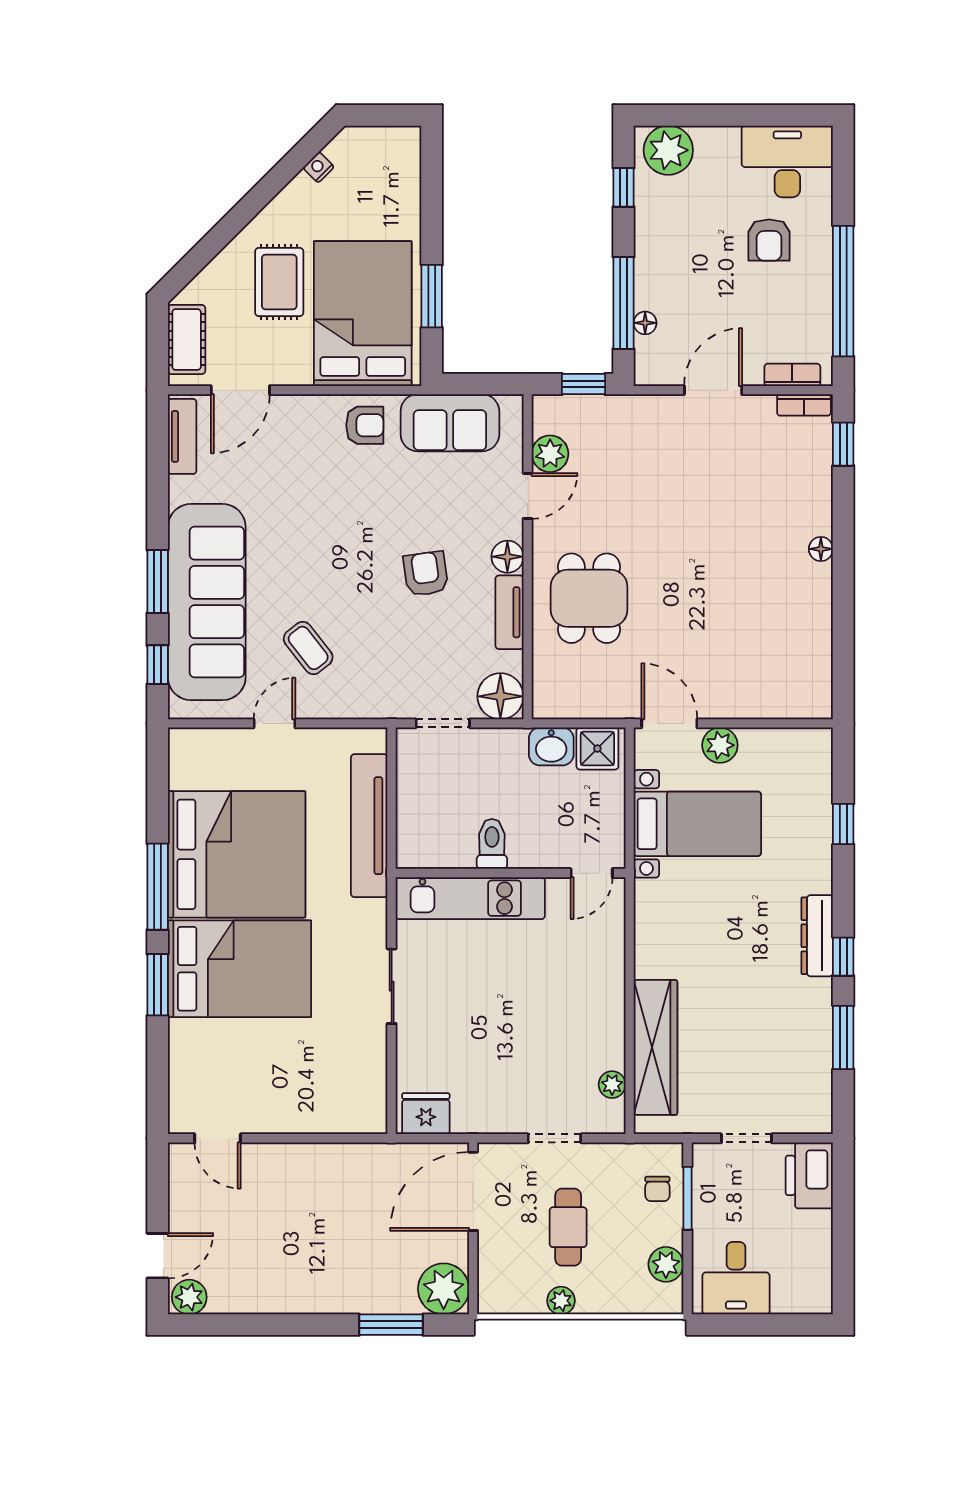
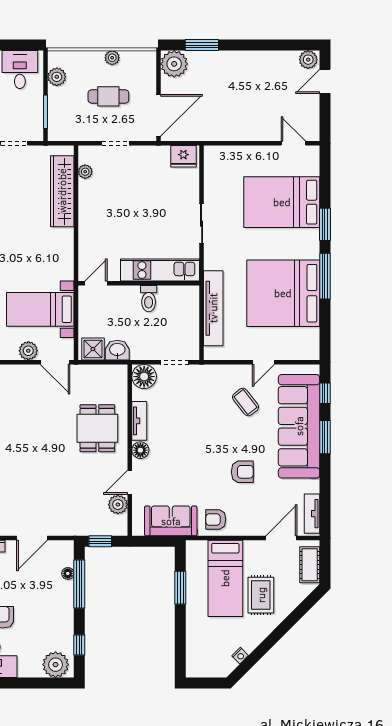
bed: (363, 314) -> (225, 578), width x0.67
armchair: (426, 574) -> (242, 472), moved, turned -82
bed: (239, 969) -> (282, 202), moved
chair: (657, 1189) -> (61, 117), removed
cafe table: (568, 1227) -> (108, 96), turned 90

